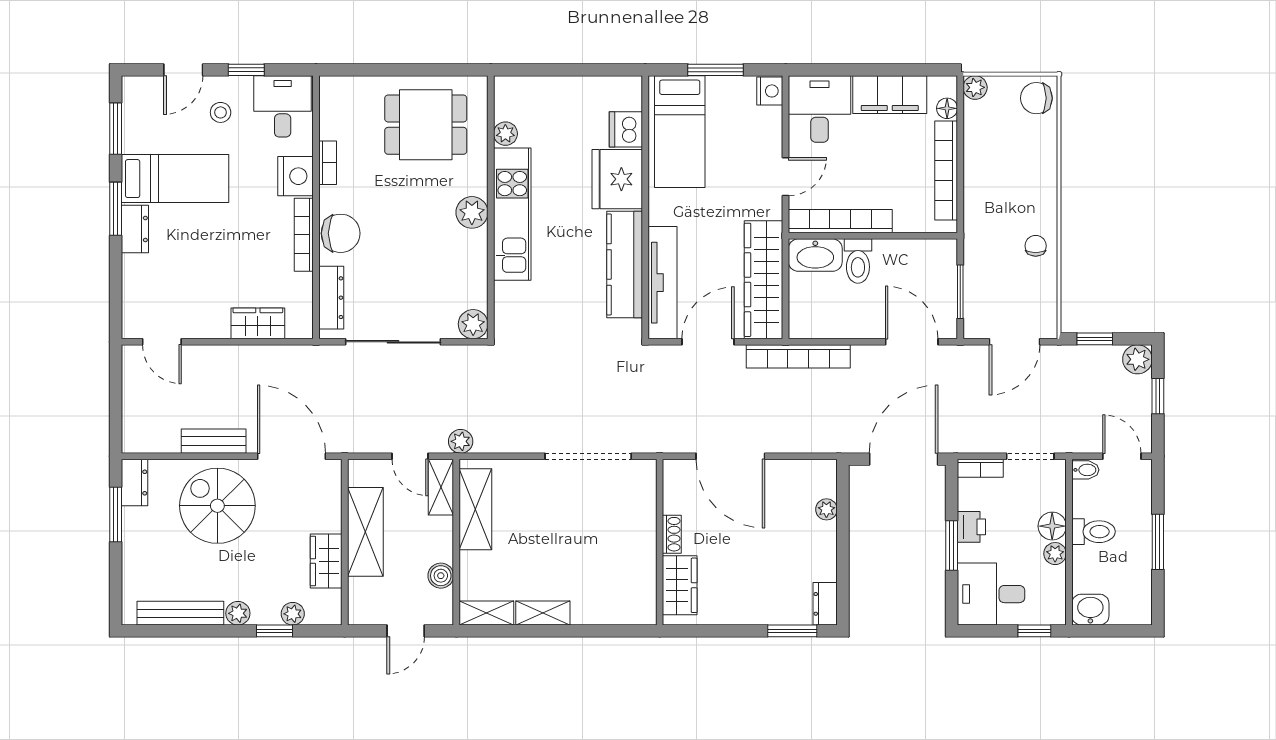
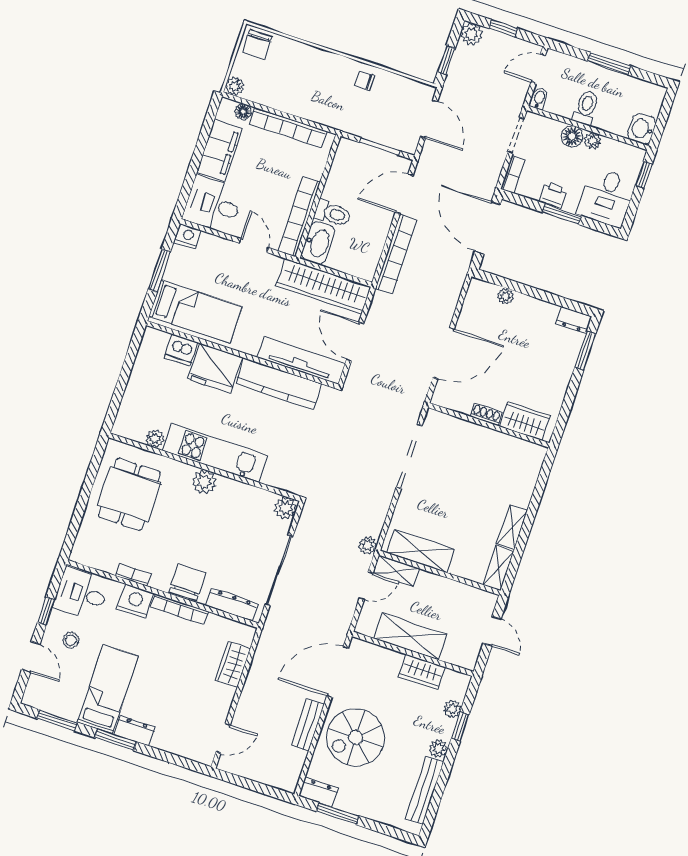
bookcase: (798, 356) -> (396, 254), moved
boiler: (441, 576) -> (460, 592), removed

